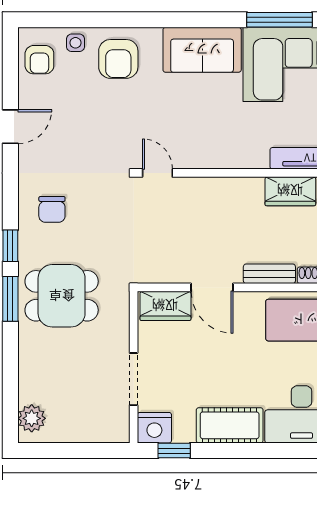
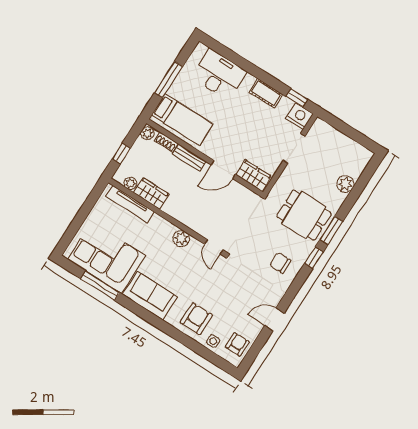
plant: (209, 156) -> (181, 238), added
chair: (52, 209) -> (280, 263), turned -90
door: (212, 287) -> (223, 170), swing flipped
plant: (32, 418) -> (346, 184), moved
cot: (230, 425) -> (266, 93), width x0.73, depth x0.75

